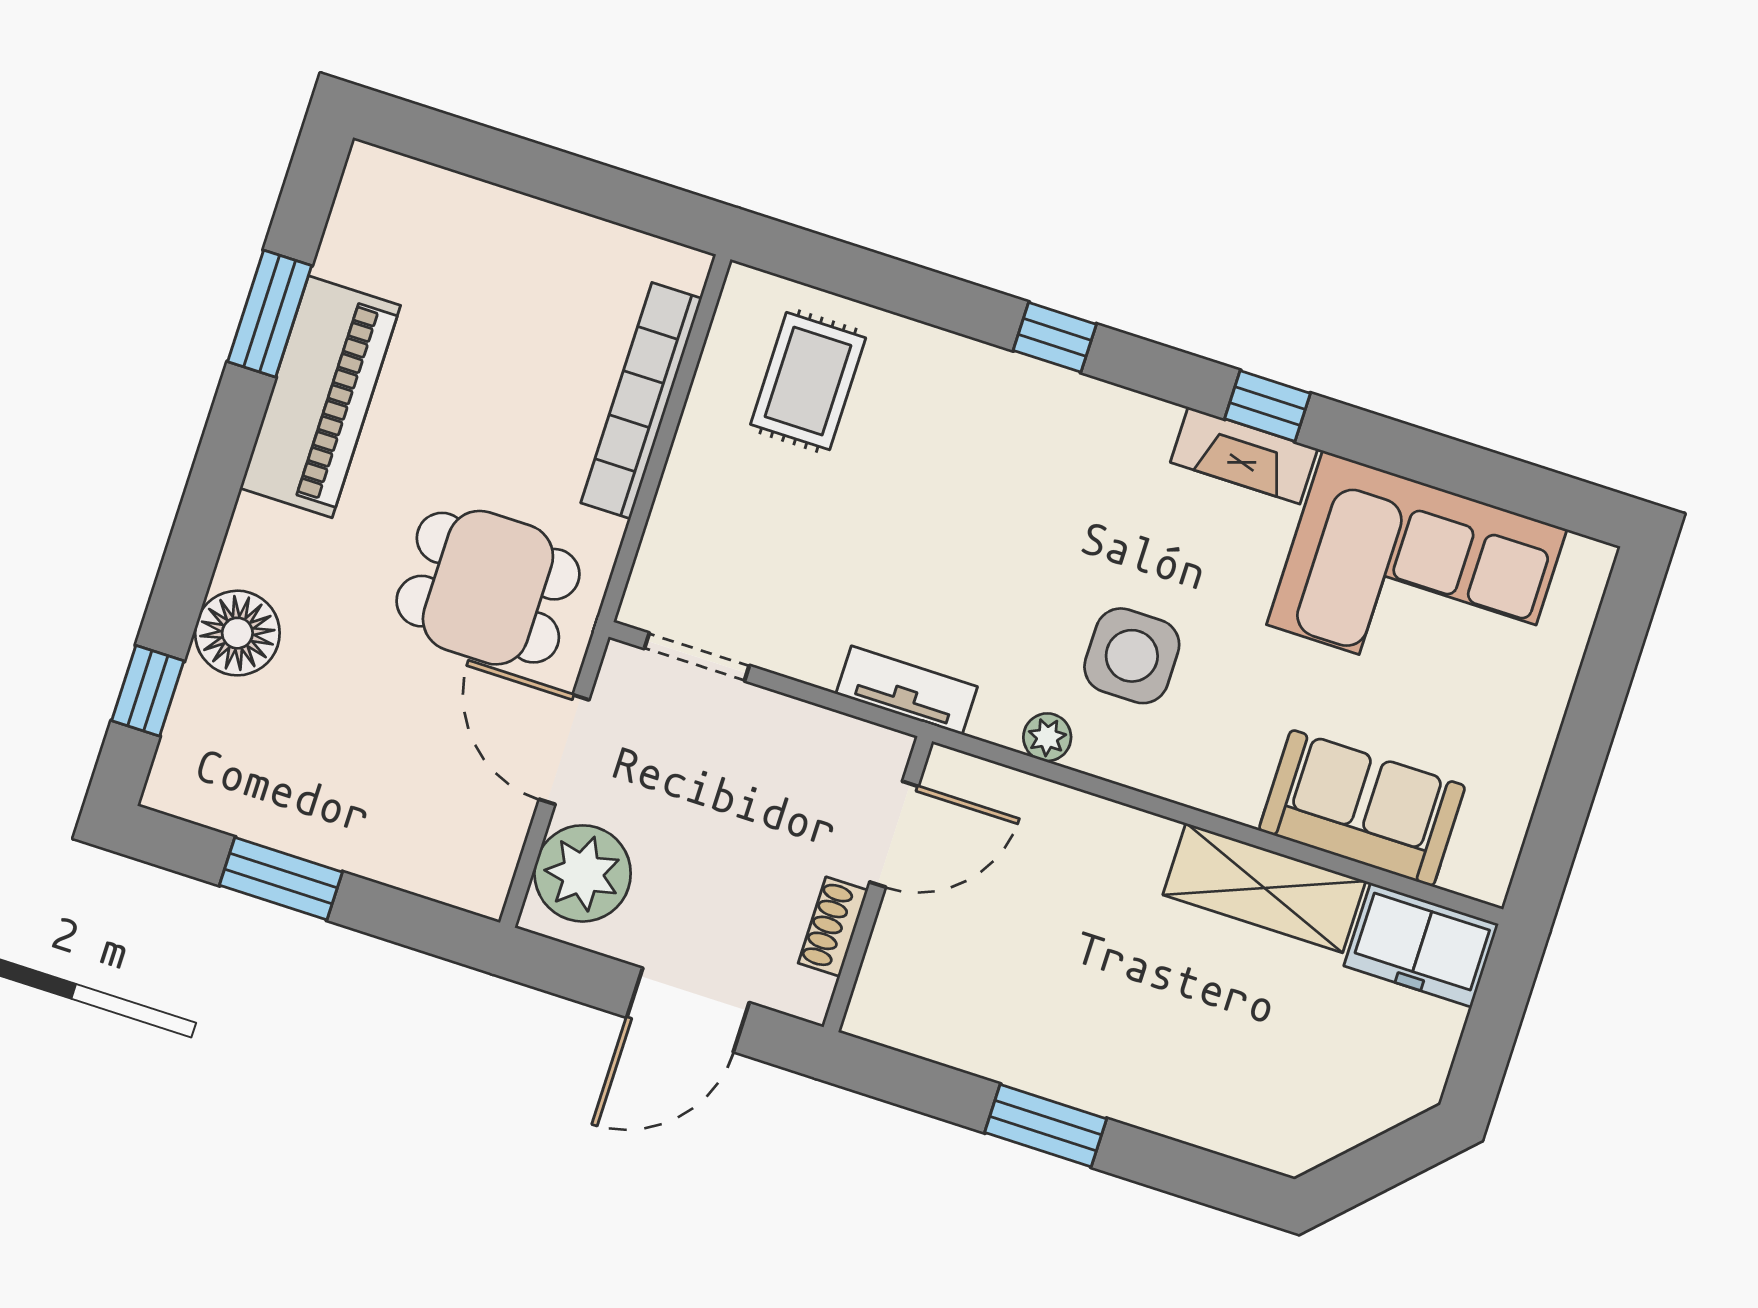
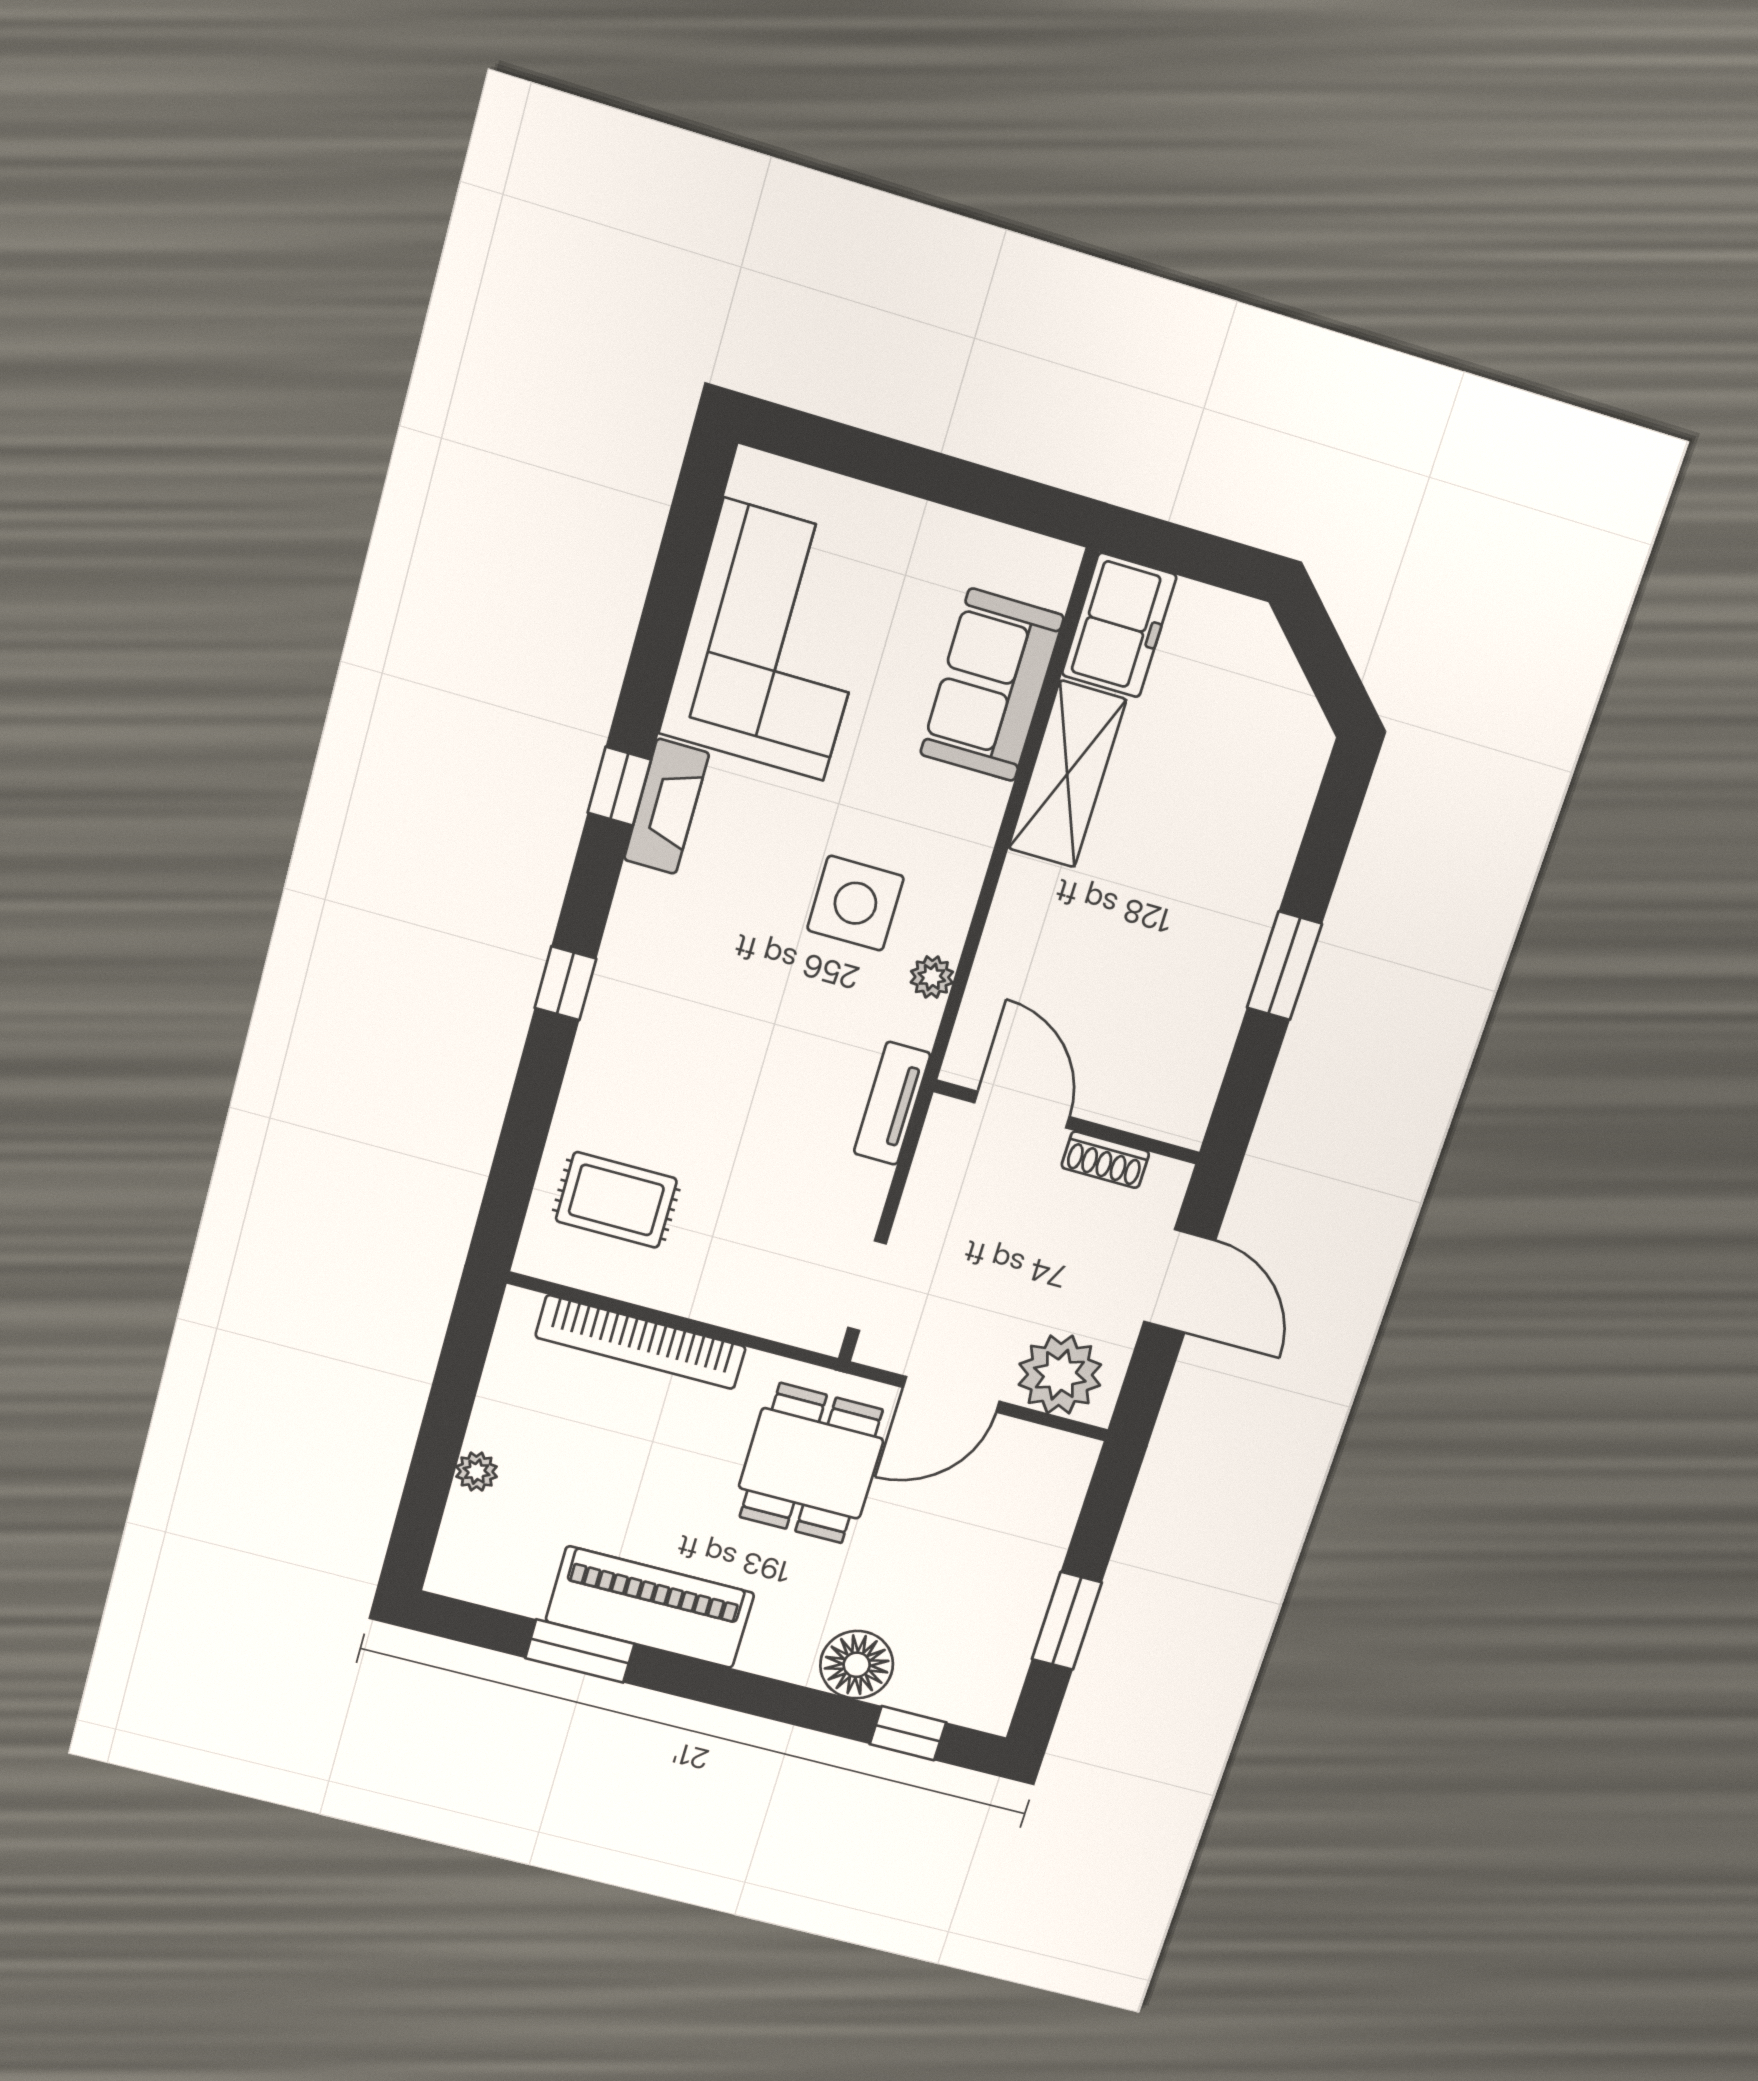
plant: (495, 208) -> (476, 1472), added

